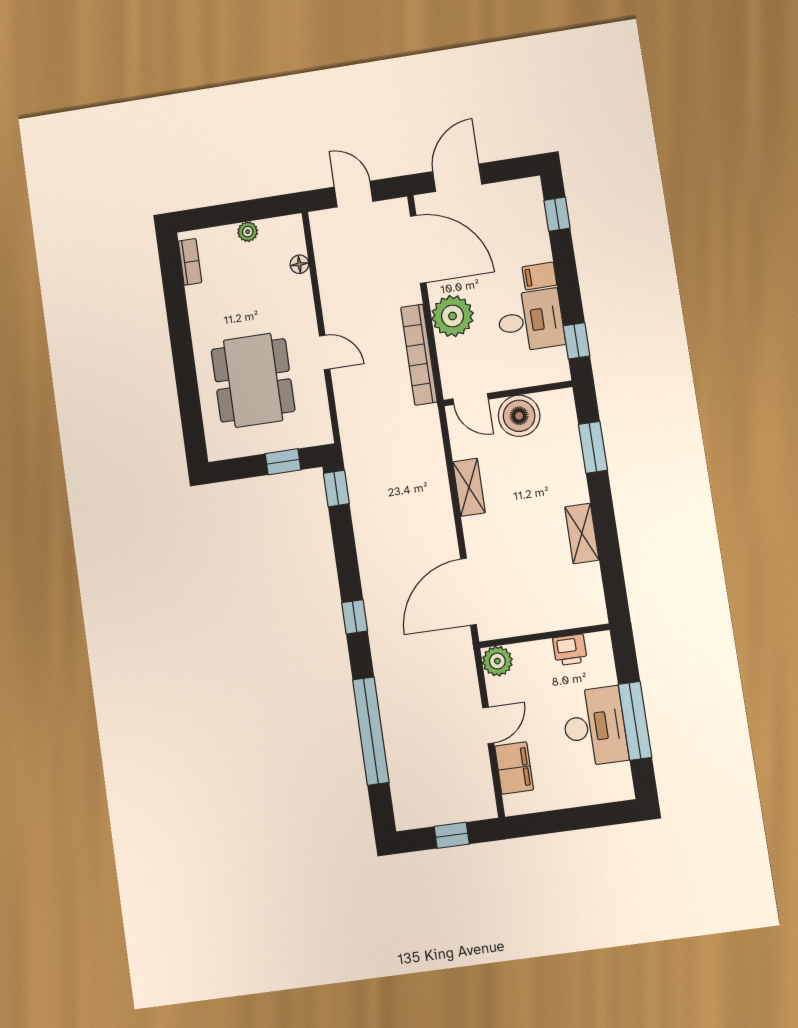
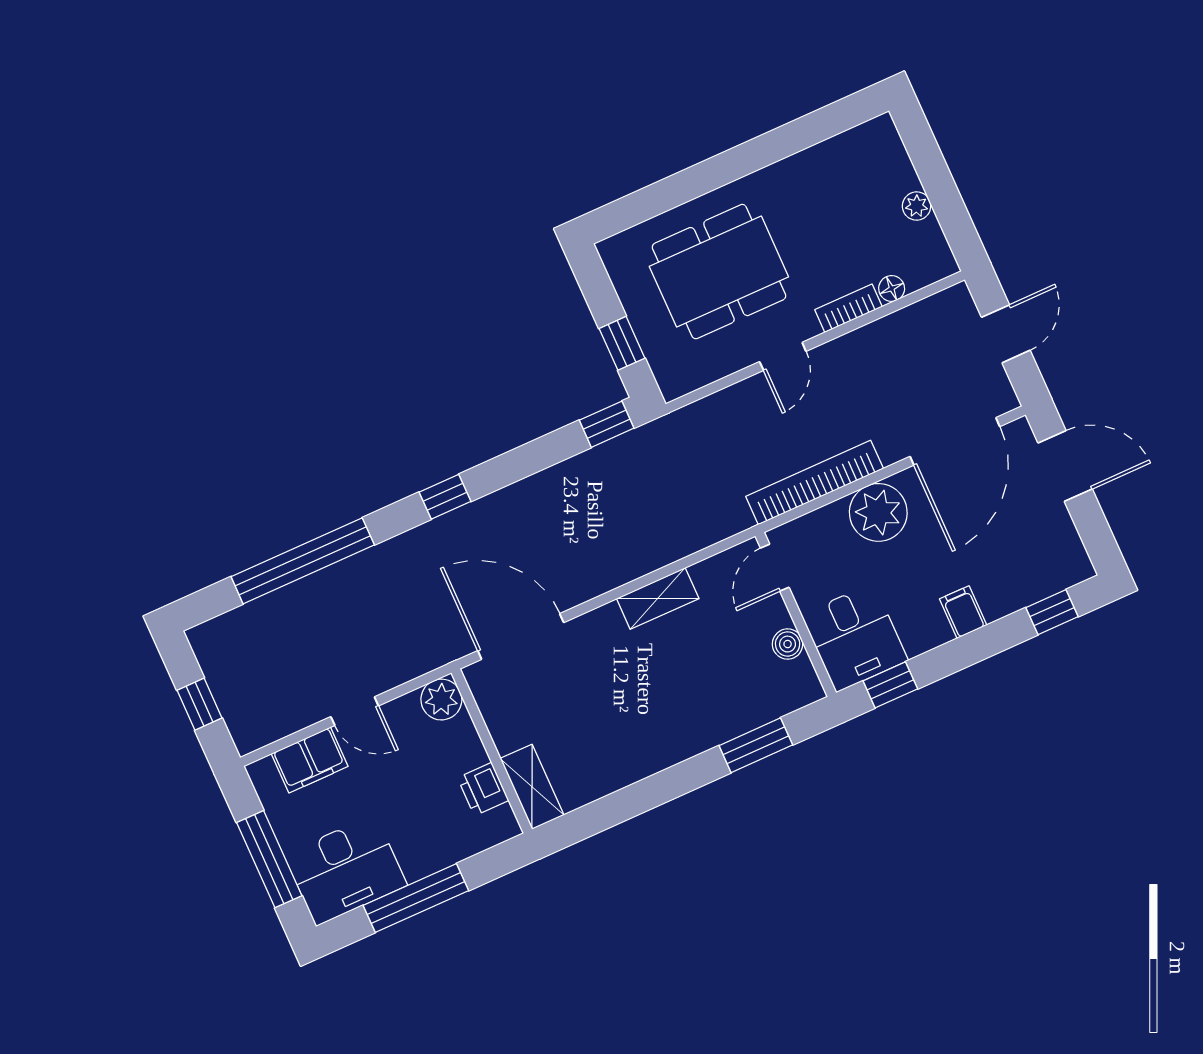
bookcase: (190, 262) -> (849, 308), moved, turned 180
desk: (530, 321) -> (855, 638), moved
boiler: (519, 416) -> (788, 644), width x0.54, depth x0.54
shelving: (582, 534) -> (532, 787), moved, turned 90
desk: (595, 727) -> (346, 870), moved
window: (577, 818) -> (269, 859), added

